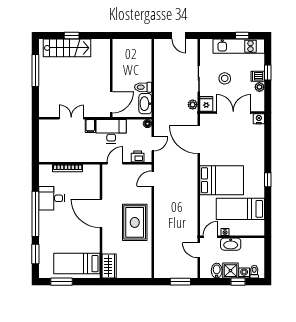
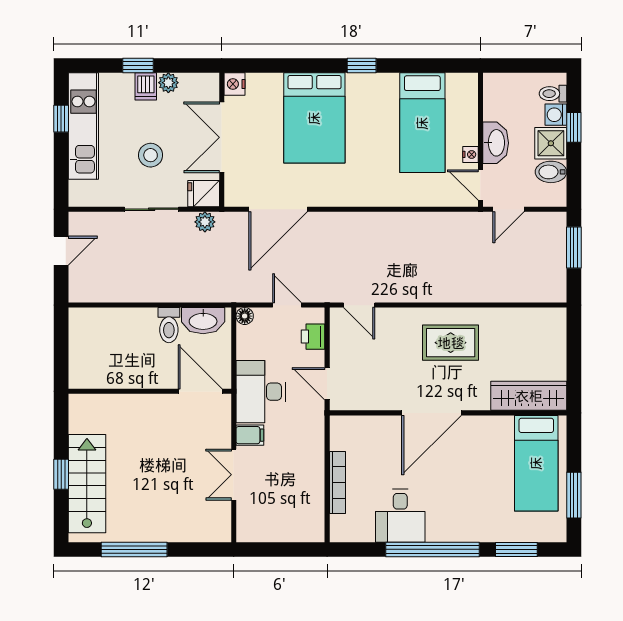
bed: (222, 180) -> (314, 118), moved, turned 180
rug: (135, 222) -> (451, 343), width x0.73, depth x0.70
wardrobe: (109, 266) -> (529, 396), width x1.50

